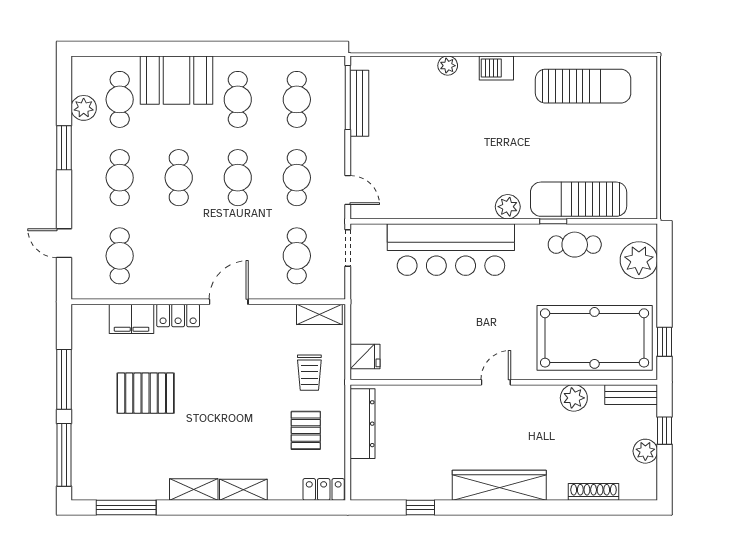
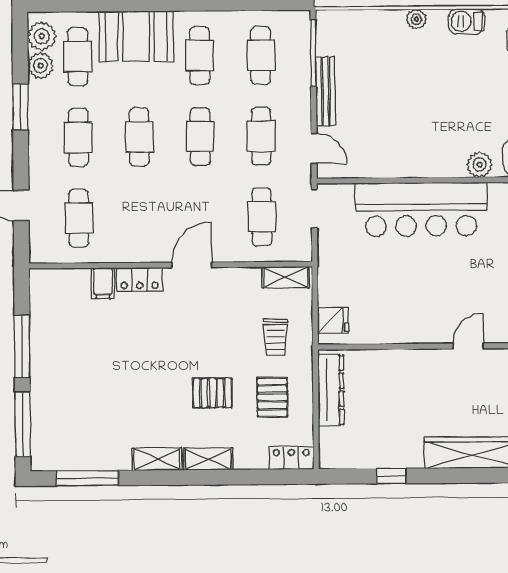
plant: (85, 80) -> (42, 36), added
bench: (359, 103) -> (326, 91), moved
filing cabinet: (132, 319) -> (103, 283), width x0.50
pallet: (146, 393) -> (212, 393), moved, width x0.67, depth x0.71

